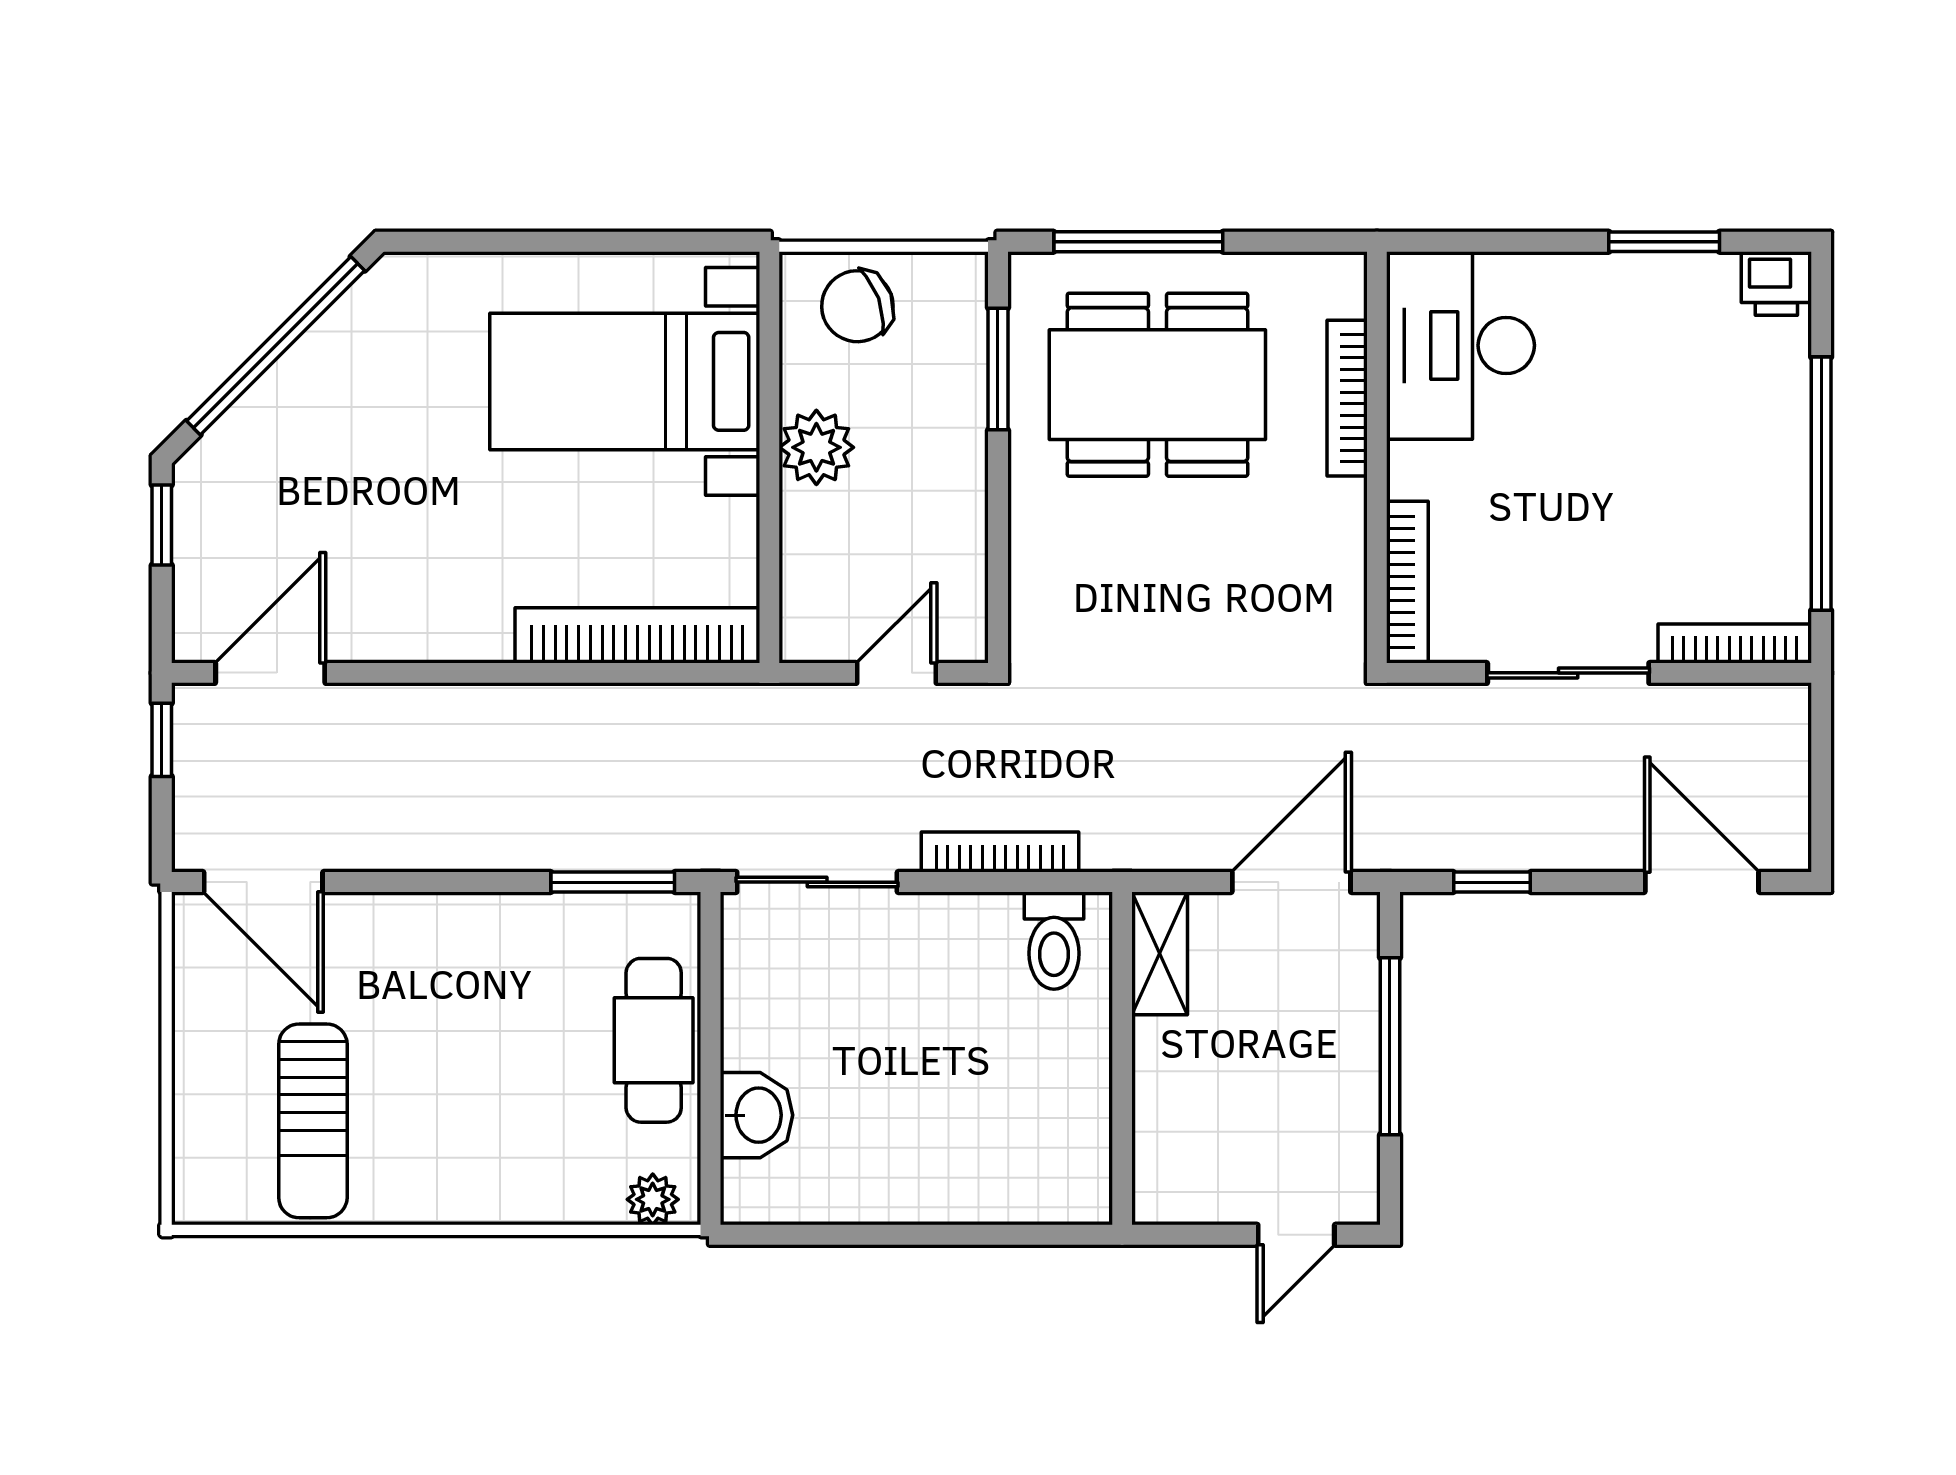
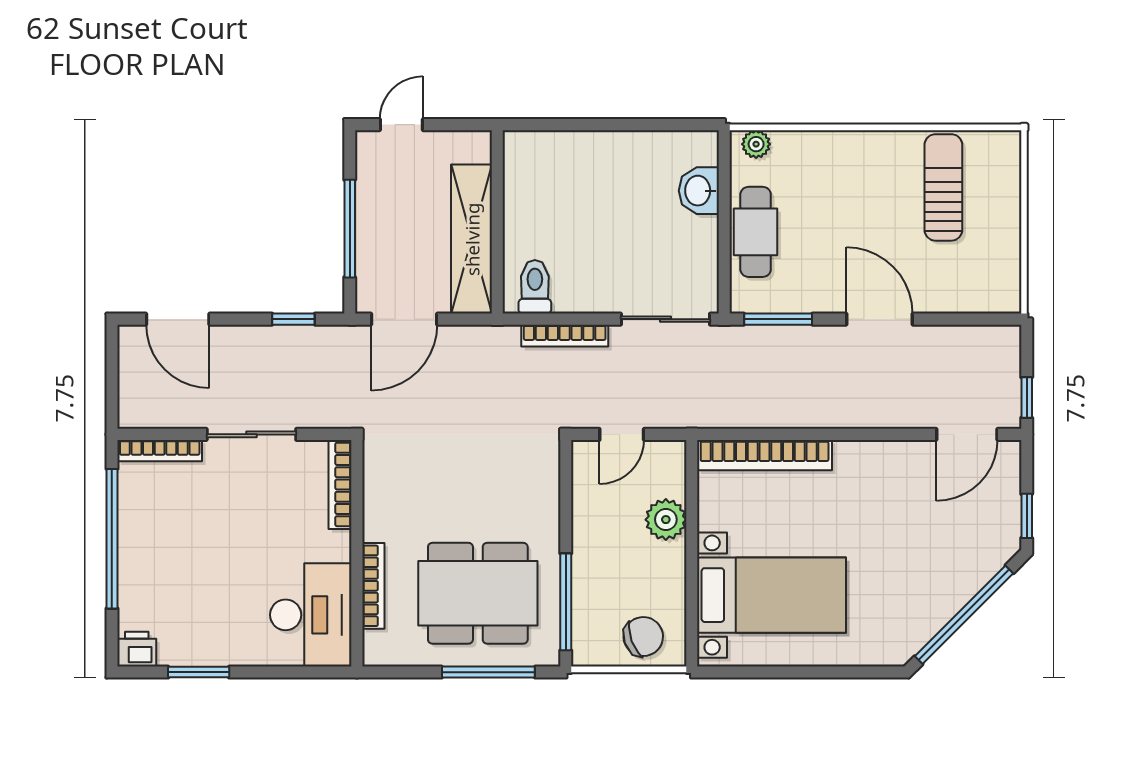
window: (998, 369) -> (566, 602), width x1.44
plant: (816, 447) -> (666, 520), moved
door: (263, 882) -> (880, 319), moved
shelving: (1160, 953) -> (472, 239), width x2.20, depth x1.33

